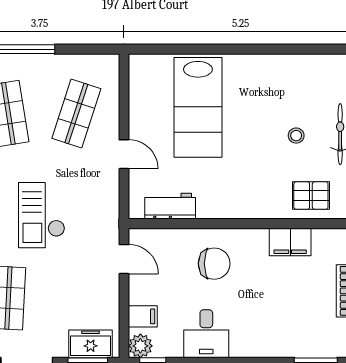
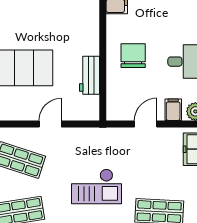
workbench: (170, 206) -> (90, 75), moved
door: (124, 259) -> (146, 124), moved

